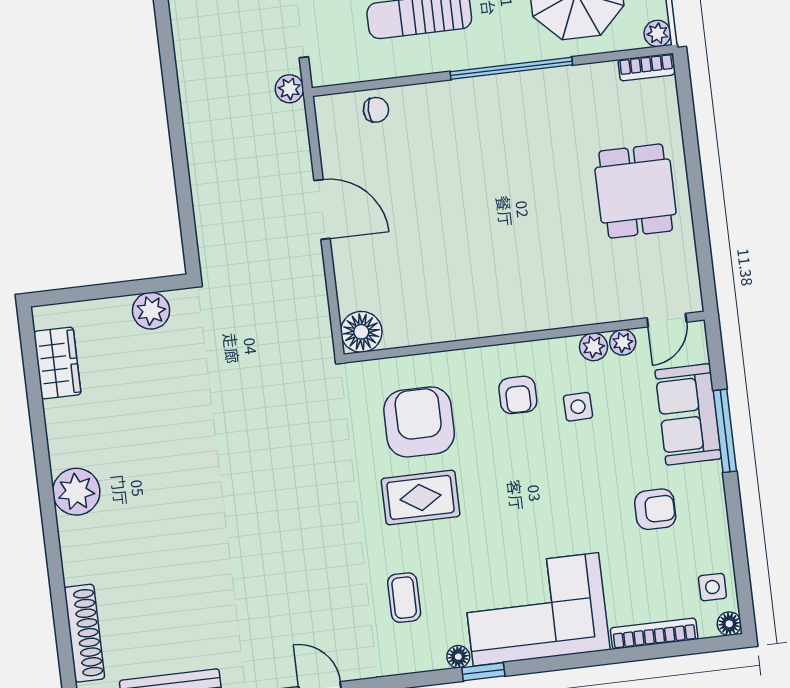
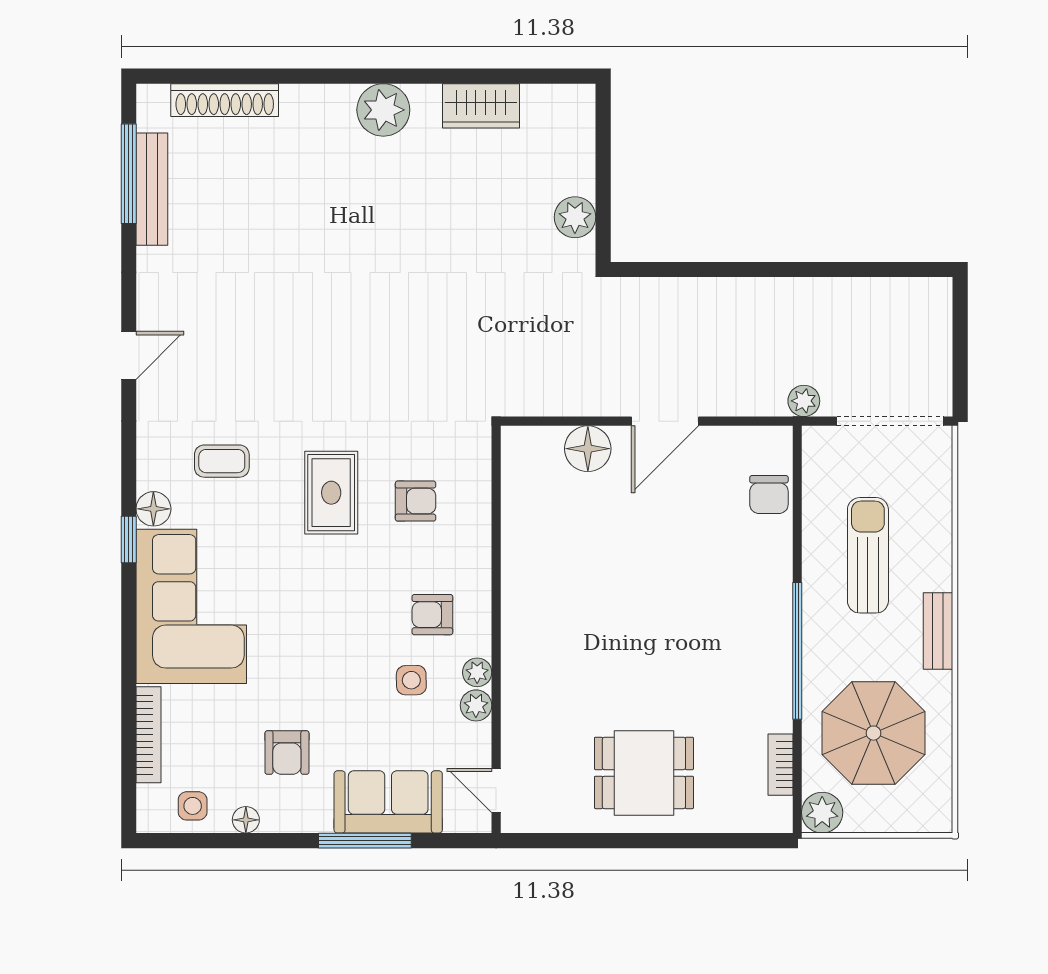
plant: (657, 33) -> (822, 813), width x1.38, depth x1.38
bookcase: (646, 67) -> (780, 765), moved
chair: (376, 110) -> (769, 495), width x1.37, depth x1.37
floor lamp: (361, 332) -> (588, 449), moved
plant: (623, 342) -> (477, 672), moved
wardrobe: (57, 363) -> (481, 106), moved
armchair: (419, 422) -> (416, 501), width x0.53, depth x0.53
floor lamp: (729, 624) -> (246, 820), moved
floor lamp: (458, 657) -> (153, 509), width x1.37, depth x1.37

